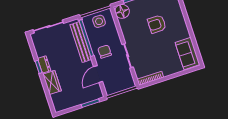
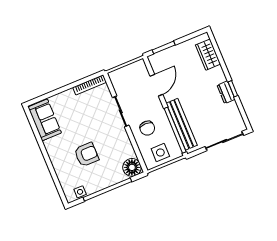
chair: (105, 52) -> (147, 128), moved
wardrobe: (52, 83) -> (208, 55), moved

